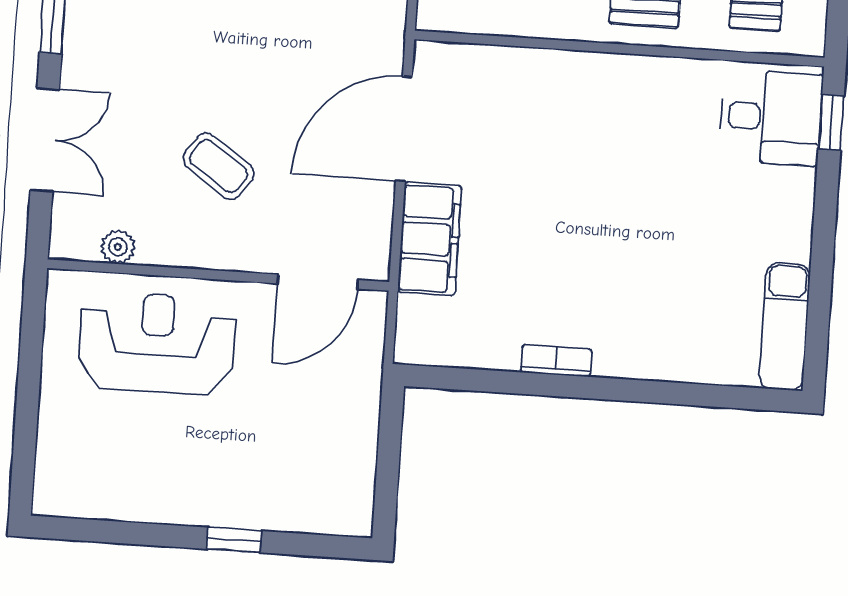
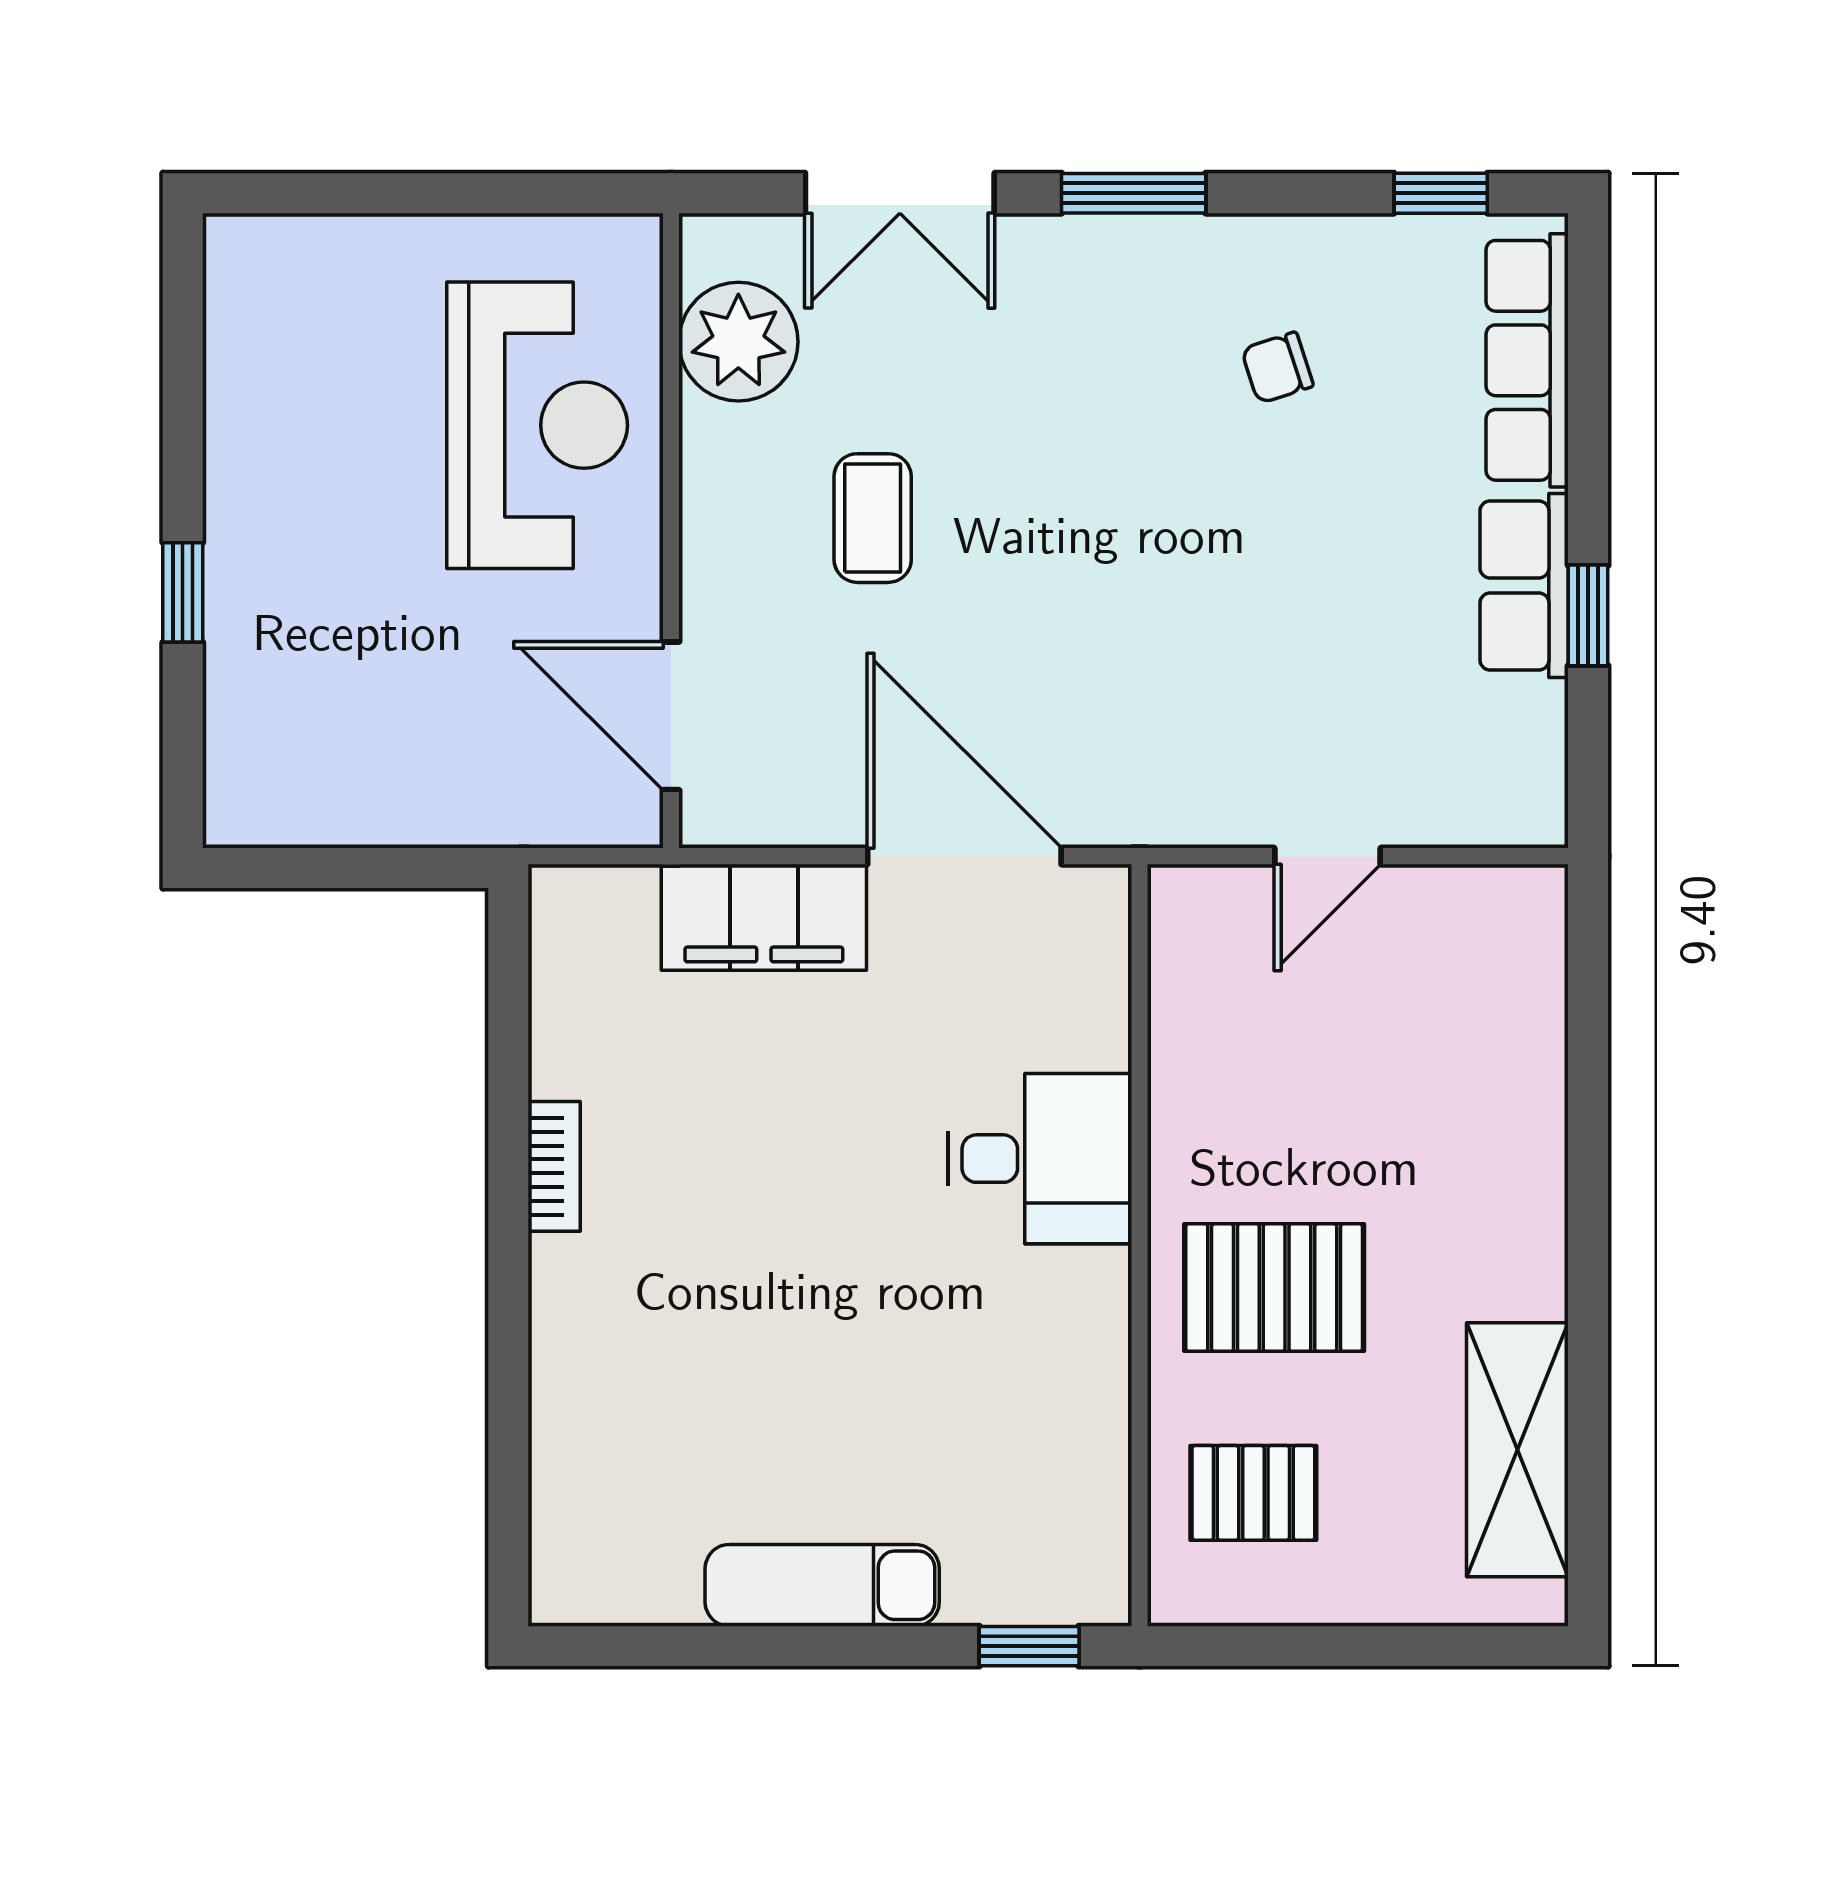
desk: (771, 117) -> (1040, 1159), moved, turned -90
coffee table: (219, 166) -> (873, 518), turned -35
plant: (118, 247) -> (738, 342), width x1.87, depth x1.87
exam couch: (785, 327) -> (822, 1585), moved

